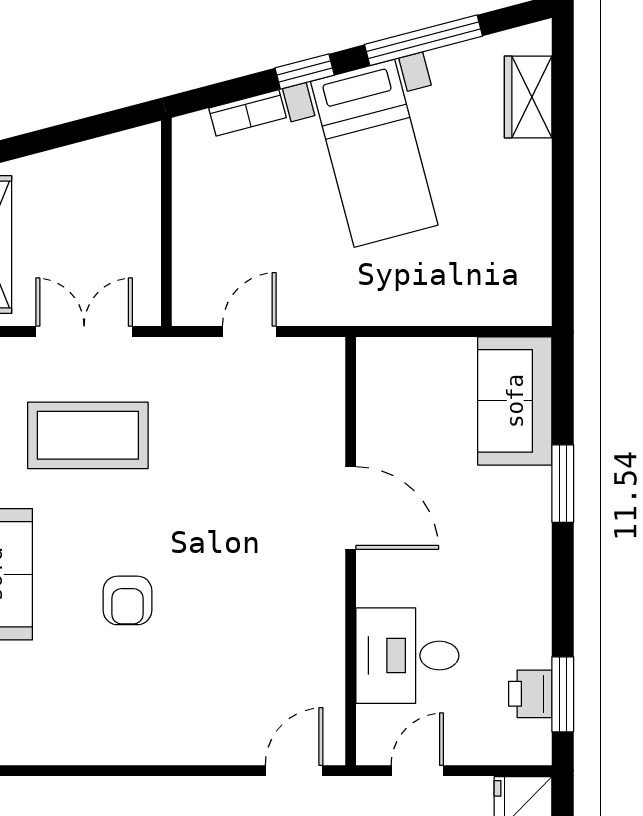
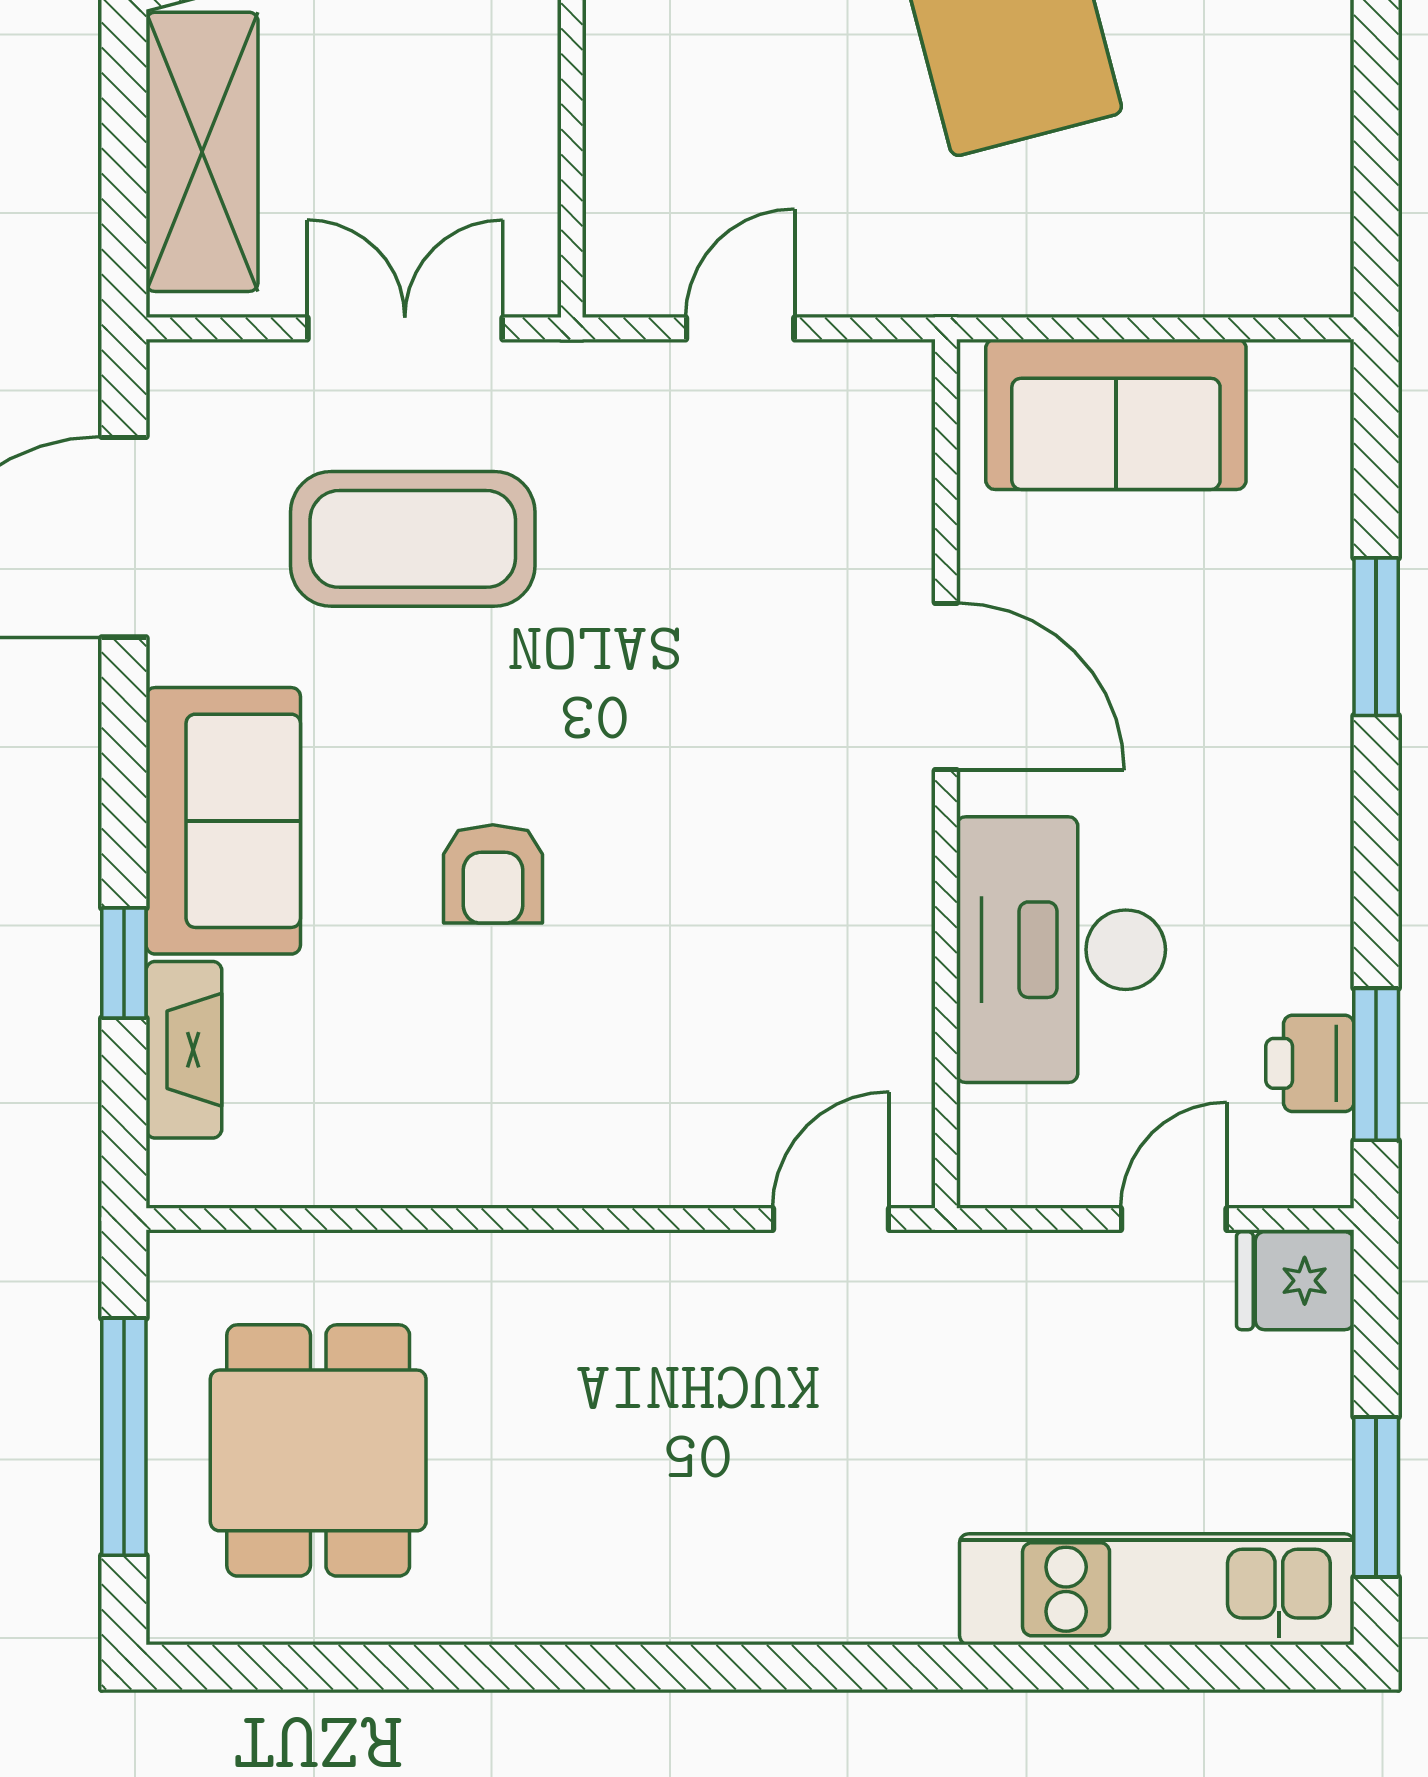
sofa: (515, 401) -> (1116, 414), moved, turned -90
desk: (407, 656) -> (1061, 950), width x1.37
door: (417, 771) -> (1174, 1219), moved

